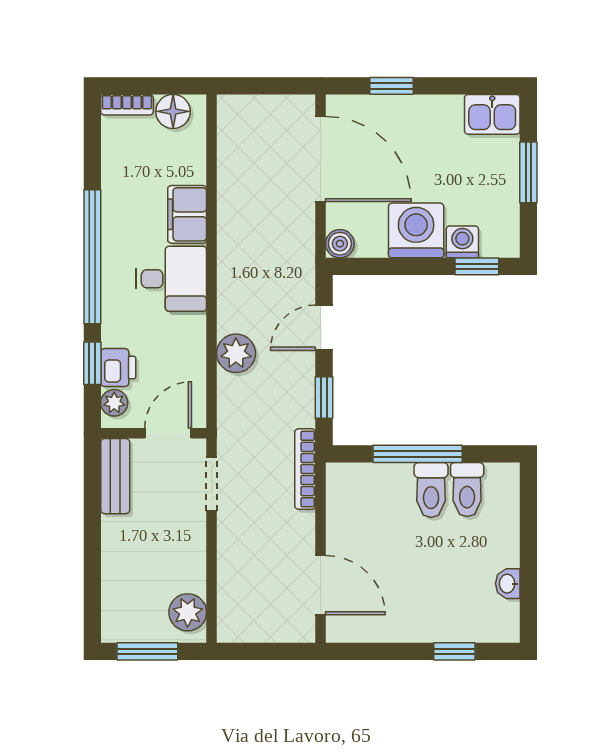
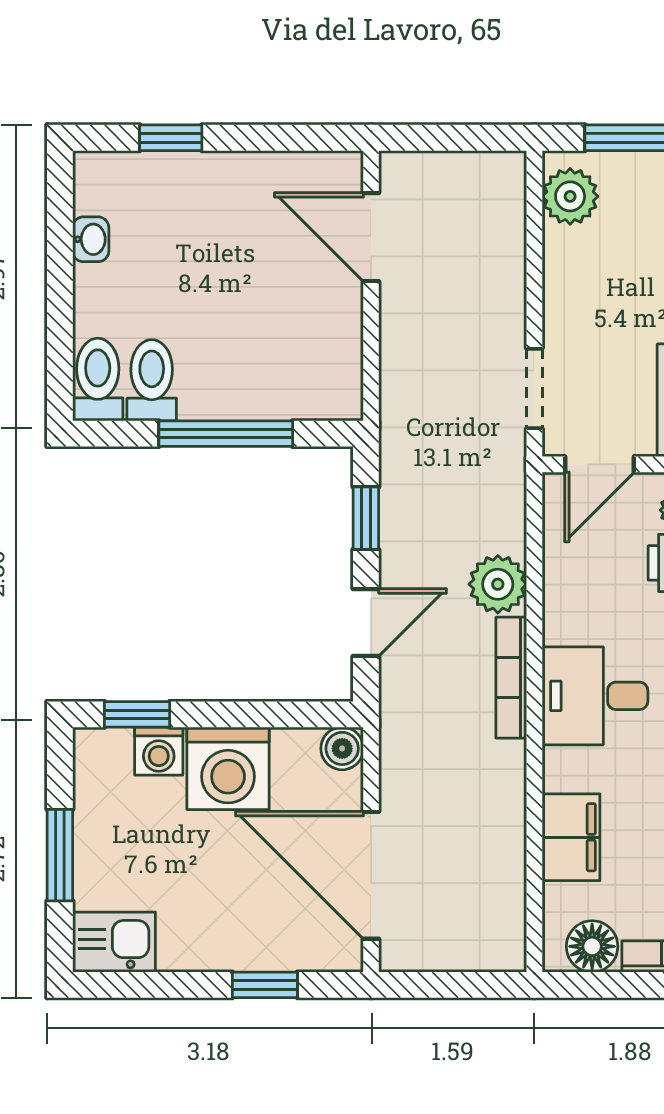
filing cabinet: (187, 214) -> (571, 837), moved
bookcase: (305, 469) -> (511, 678), moved, turned 180
toilet: (431, 490) -> (98, 380), moved

